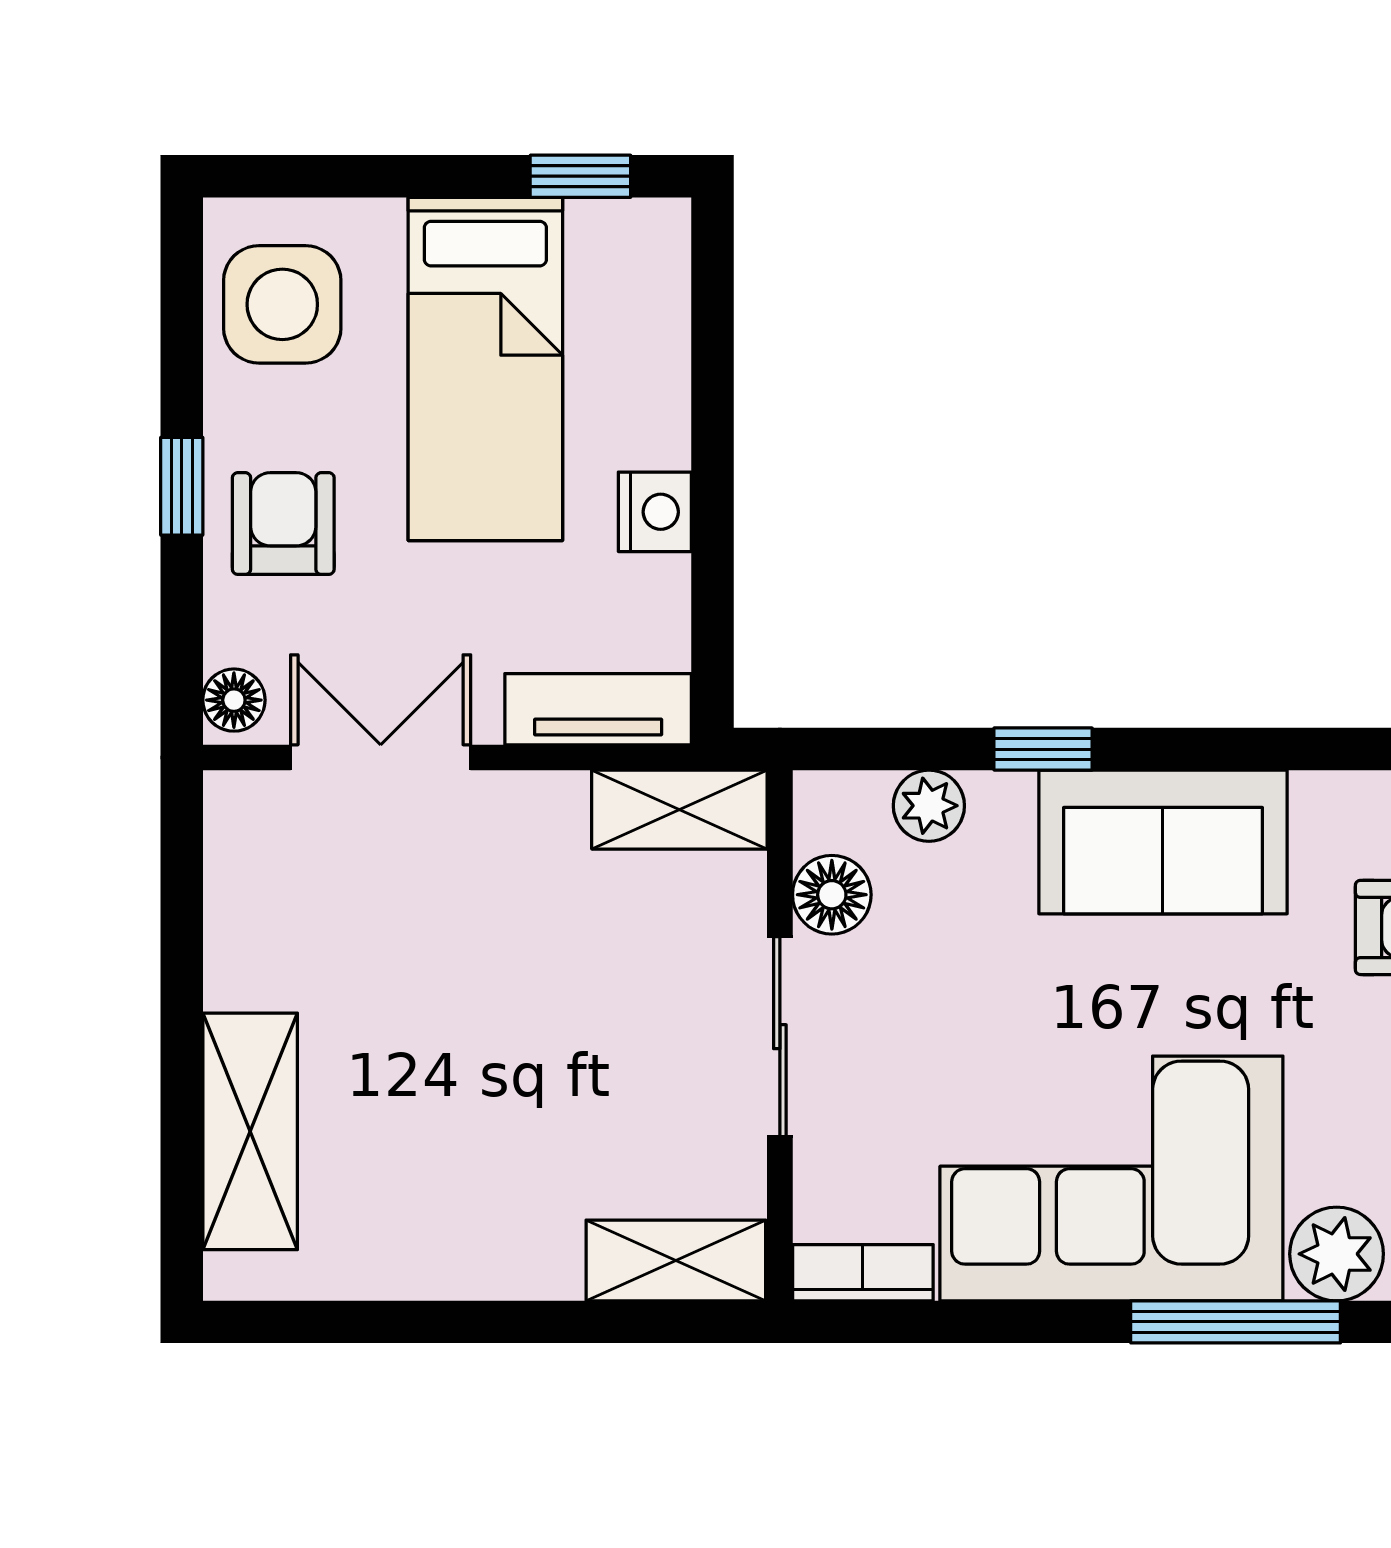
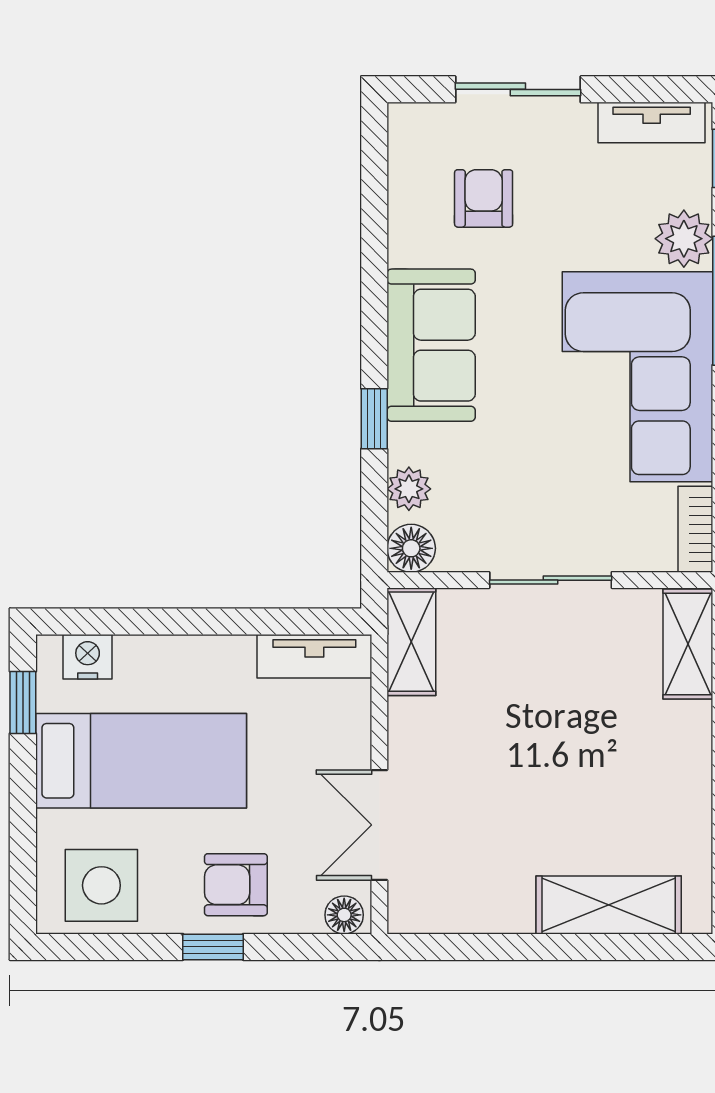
nightstand: (655, 512) -> (88, 657), moved
tv unit: (598, 709) -> (314, 656), moved, turned -90
floor lamp: (832, 895) -> (411, 548), moved

